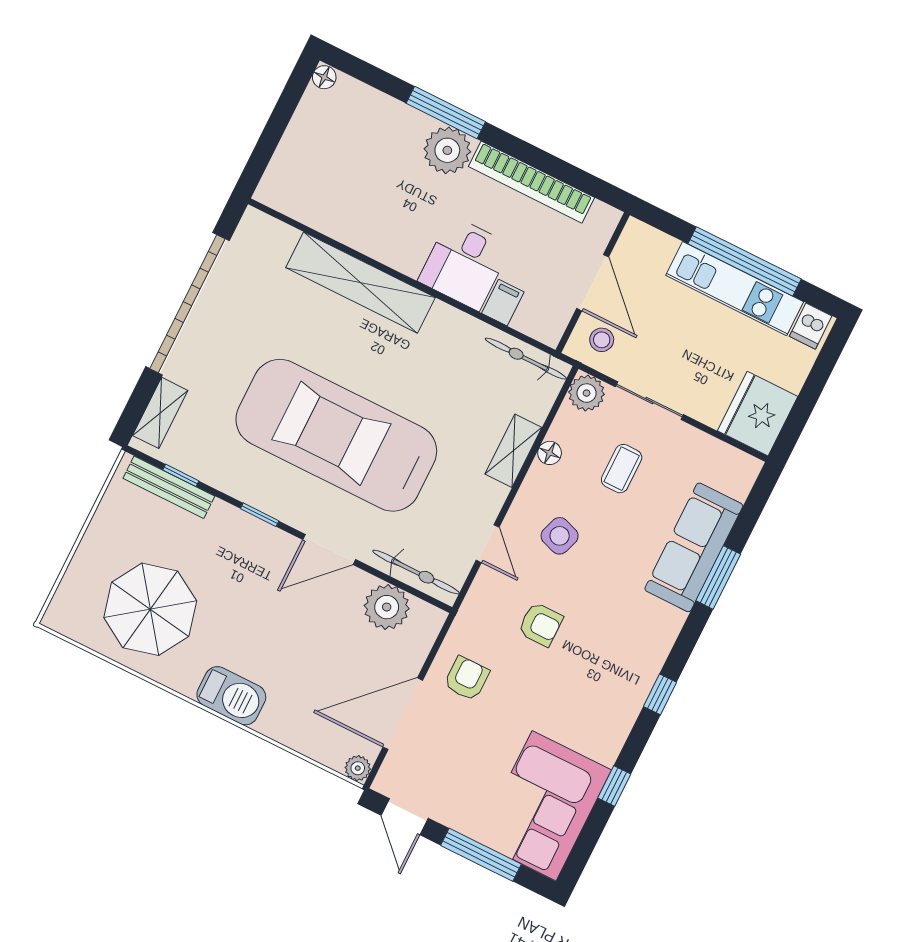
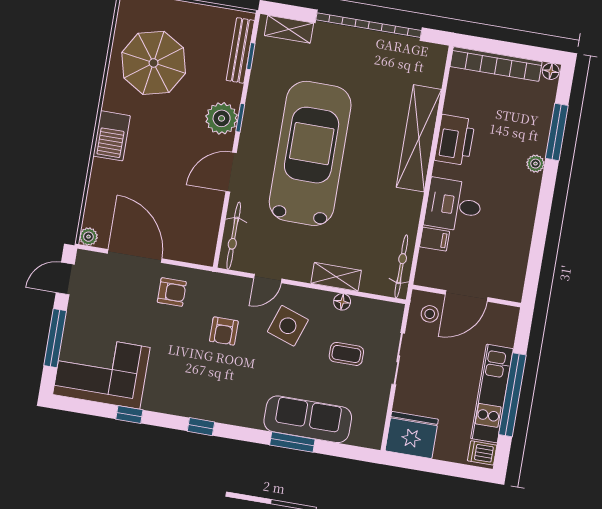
window: (446, 112) -> (557, 132), moved
plant: (447, 150) -> (535, 164), width x0.53, depth x0.53
bookcase: (531, 182) -> (496, 64), moved, turned -90
printer: (377, 235) -> (455, 140), added
plant: (587, 393) -> (390, 315), removed
side table: (560, 536) -> (288, 326), width x1.37, depth x1.37
door: (329, 549) -> (231, 172), hinge flipped
plant: (387, 607) -> (222, 118), moved

